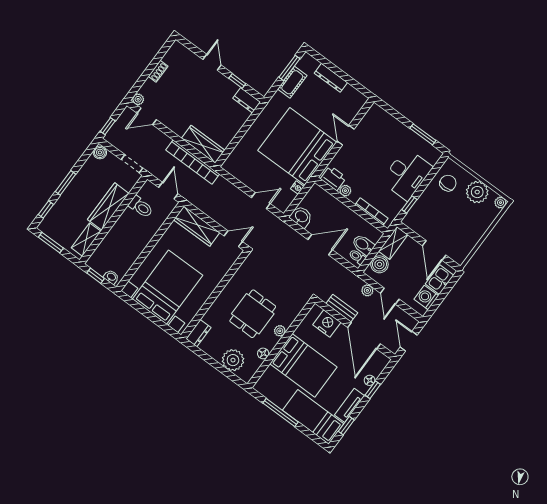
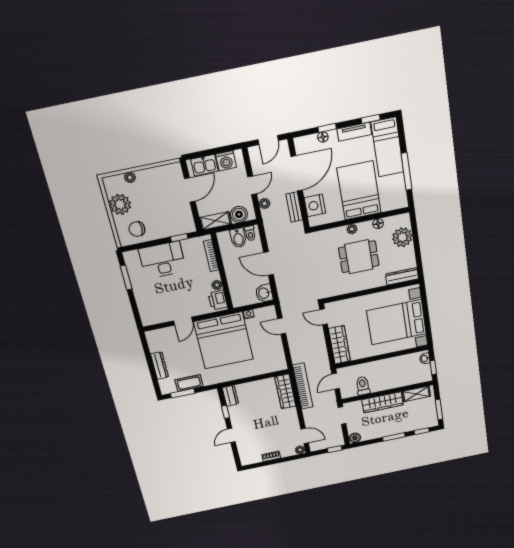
plant: (500, 203) -> (130, 177), moved
dresser: (198, 333) -> (402, 276), width x1.44

